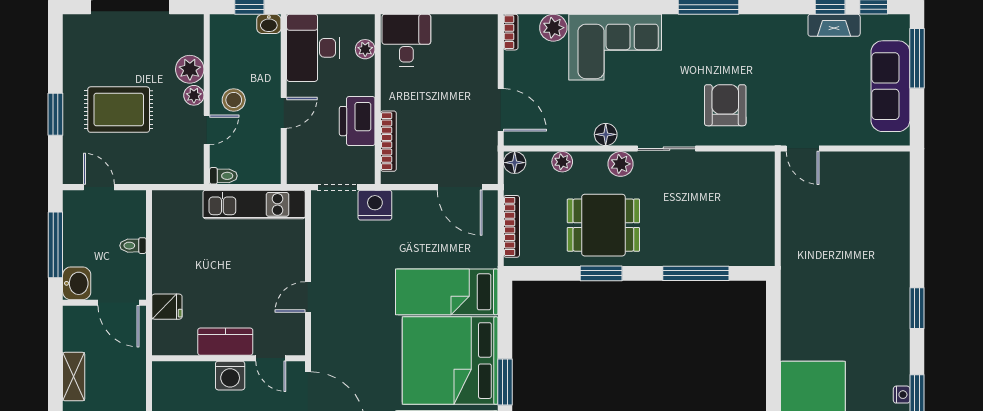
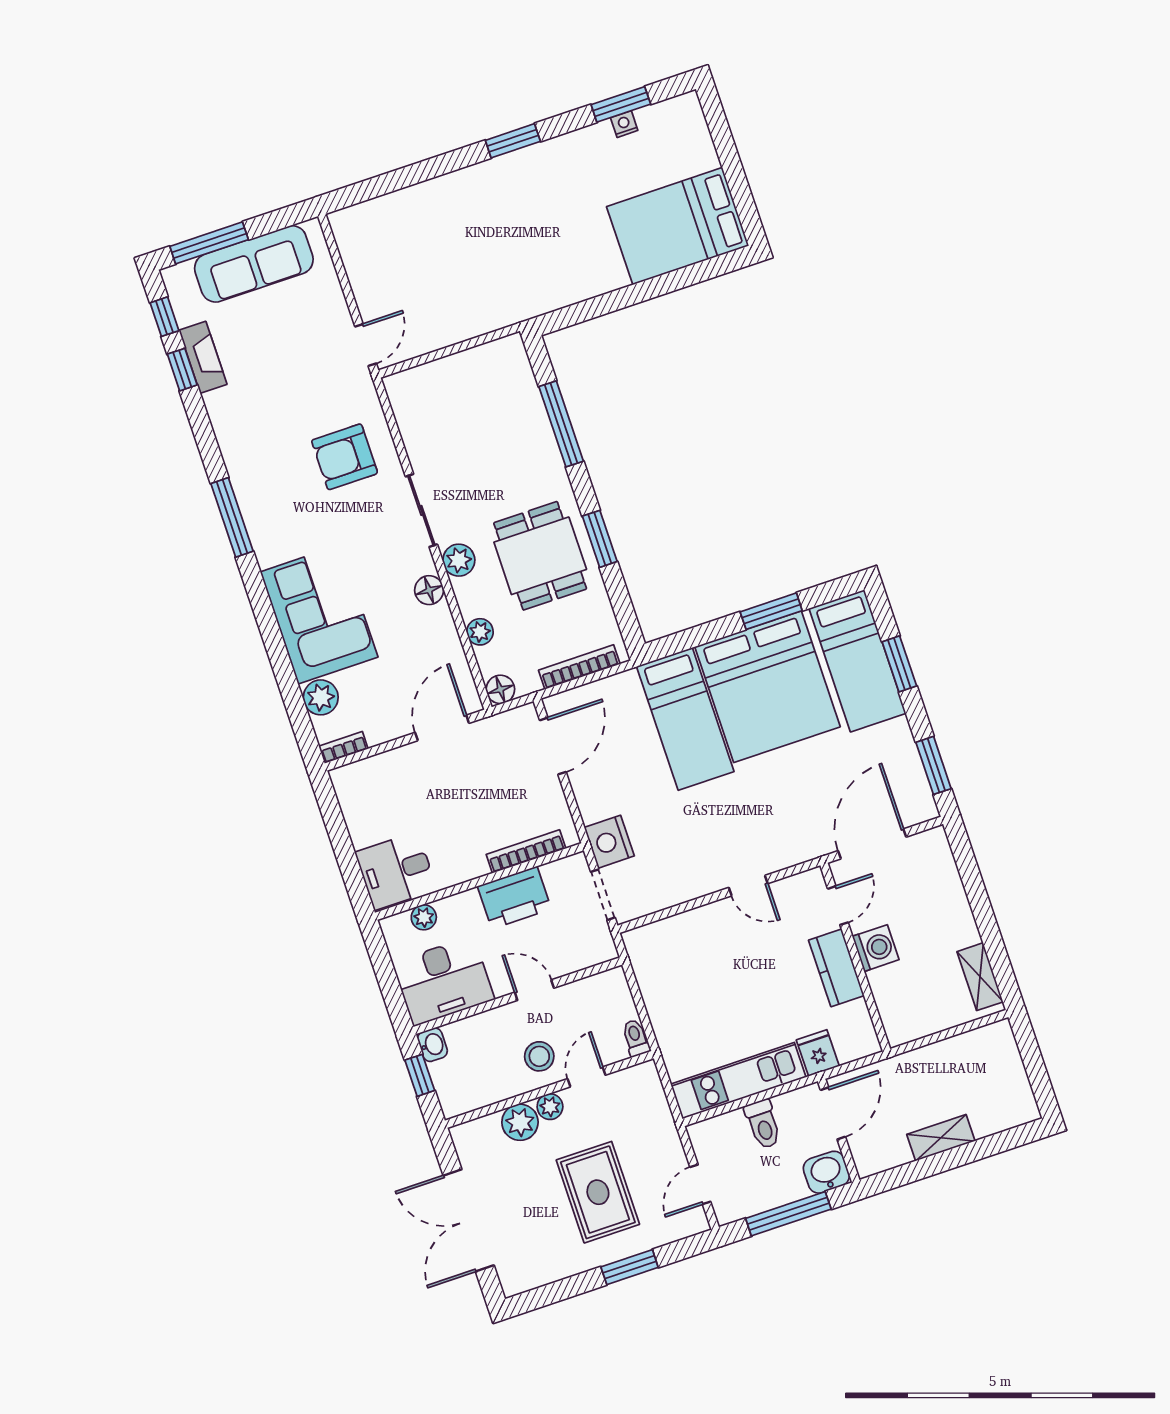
door: (207, 130) -> (586, 1077), hinge flipped
kitchen unit: (254, 204) -> (738, 1081), moved, turned -90
toilet: (133, 246) -> (763, 1124), width x1.37, depth x1.39

